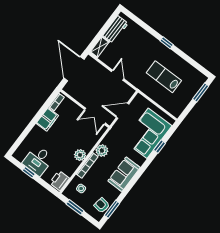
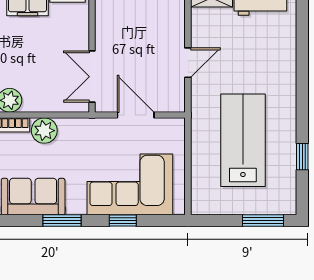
window: (167, 43) -> (302, 157), moved
lab bench: (164, 77) -> (243, 140), width x1.36, depth x1.39
window: (142, 170) -> (62, 220), added

